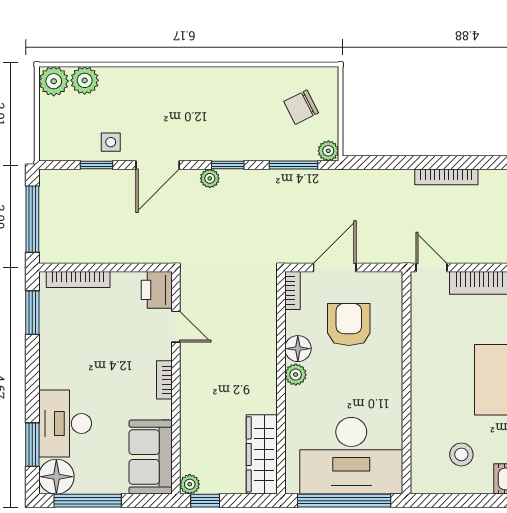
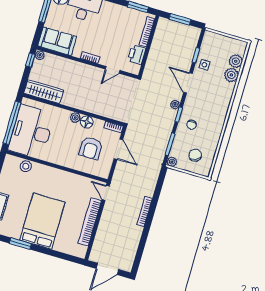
plant: (54, 81) -> (231, 75), moved
chair: (241, 133) -> (192, 125), added
window: (32, 219) -> (180, 19), width x0.69
door: (431, 267) -> (106, 193), swing flipped
printer: (157, 290) -> (137, 55), moved, turned -90
armchair: (349, 324) -> (91, 148), turned 90
stool: (461, 454) -> (26, 166), moved

